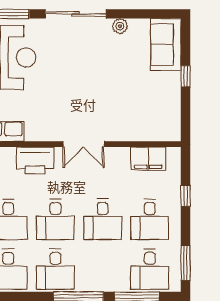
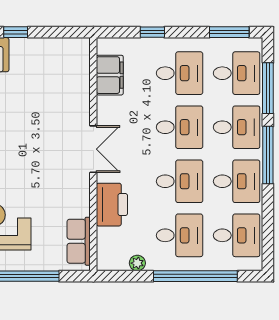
desk: (103, 269) -> (237, 127), added

